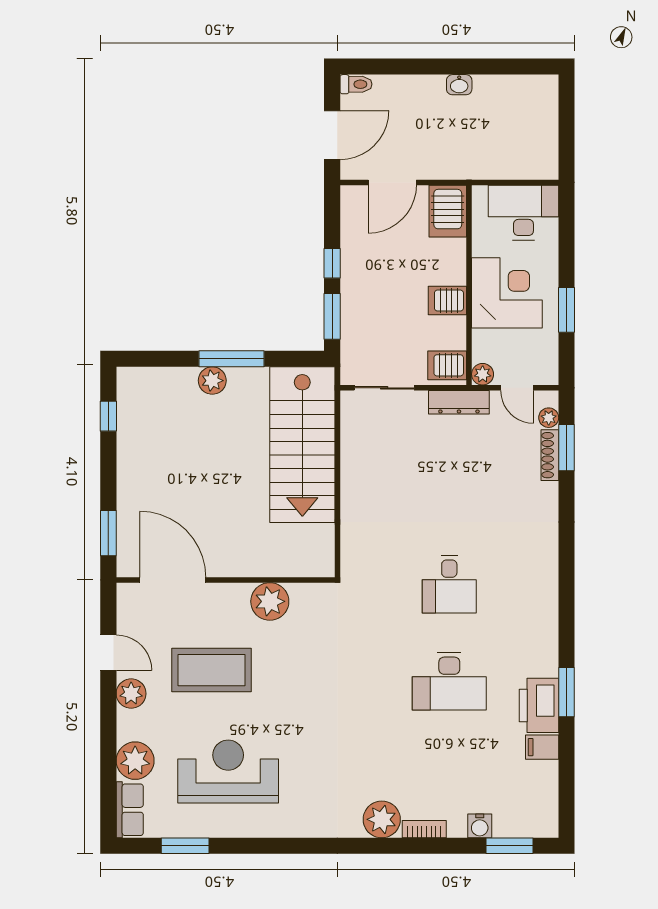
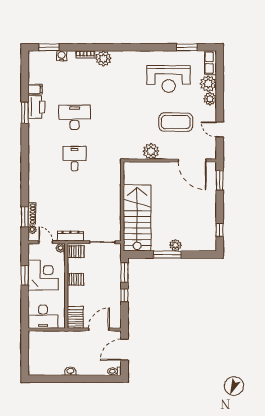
corner desk: (507, 293) -> (43, 275), moved, turned 180
plant: (131, 694) -> (210, 99), moved

